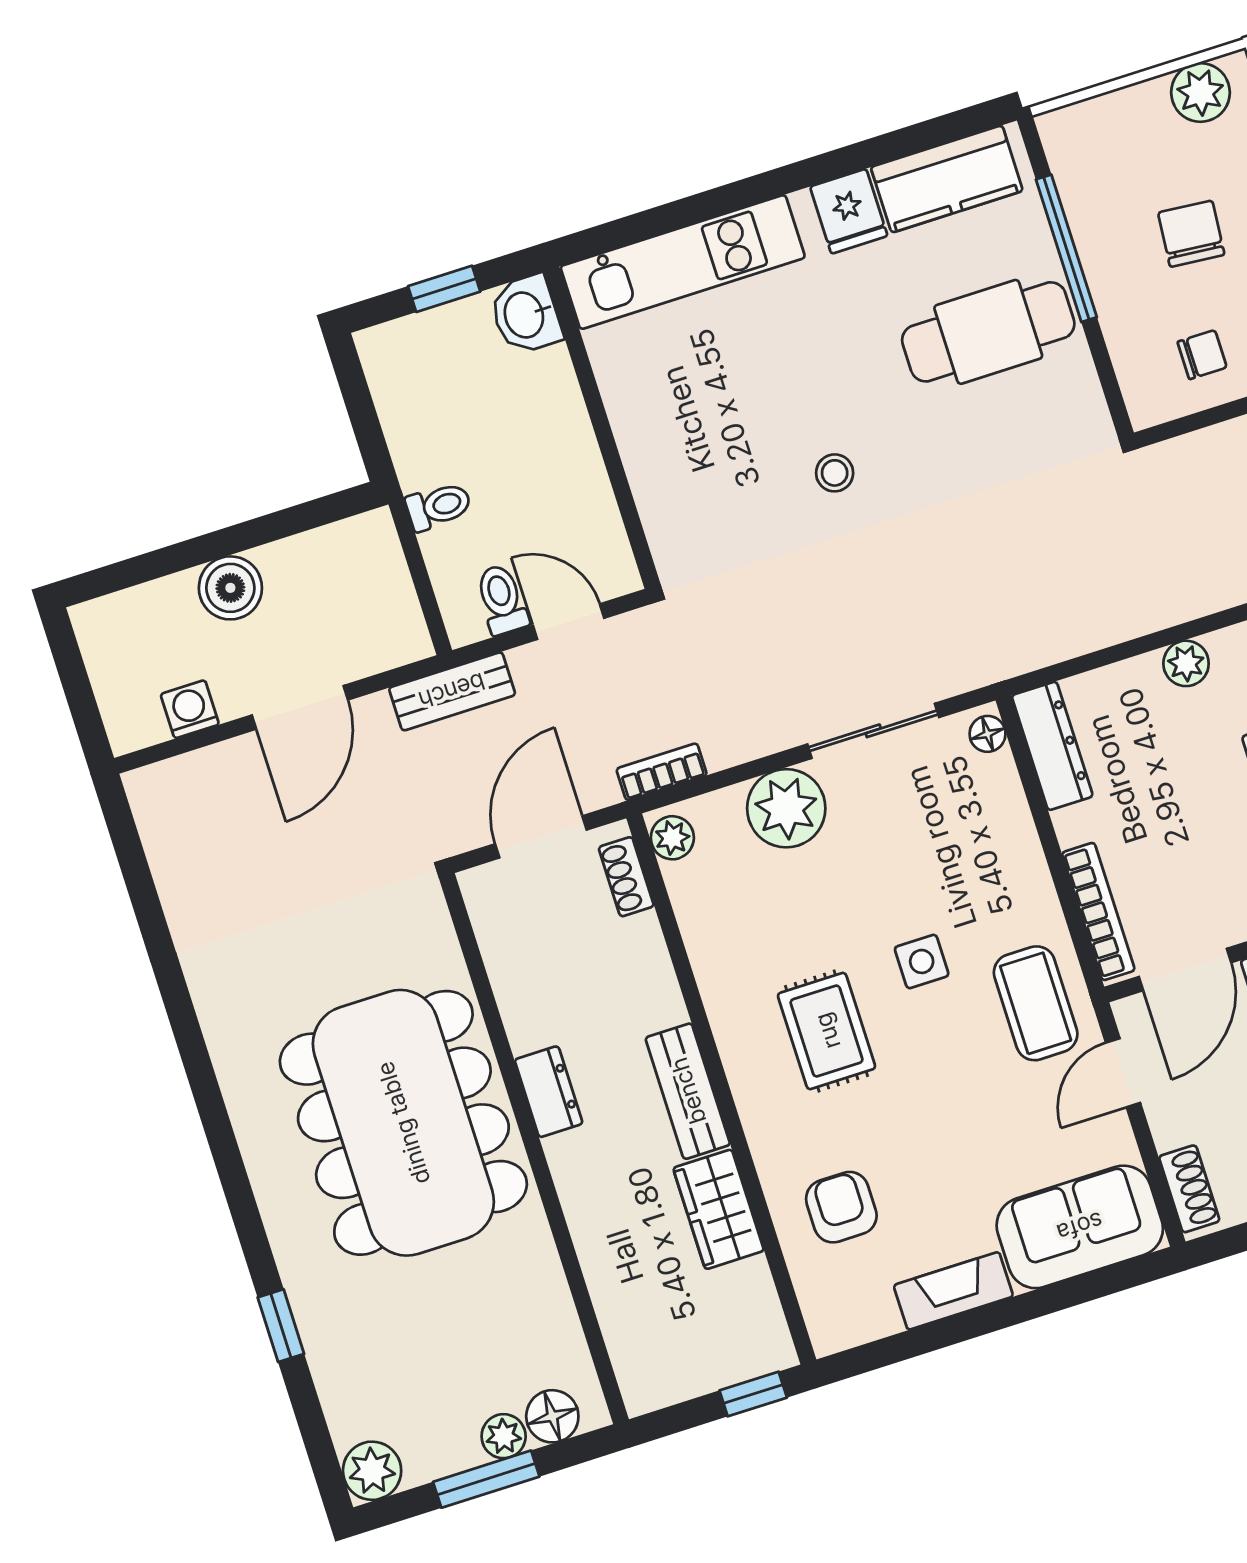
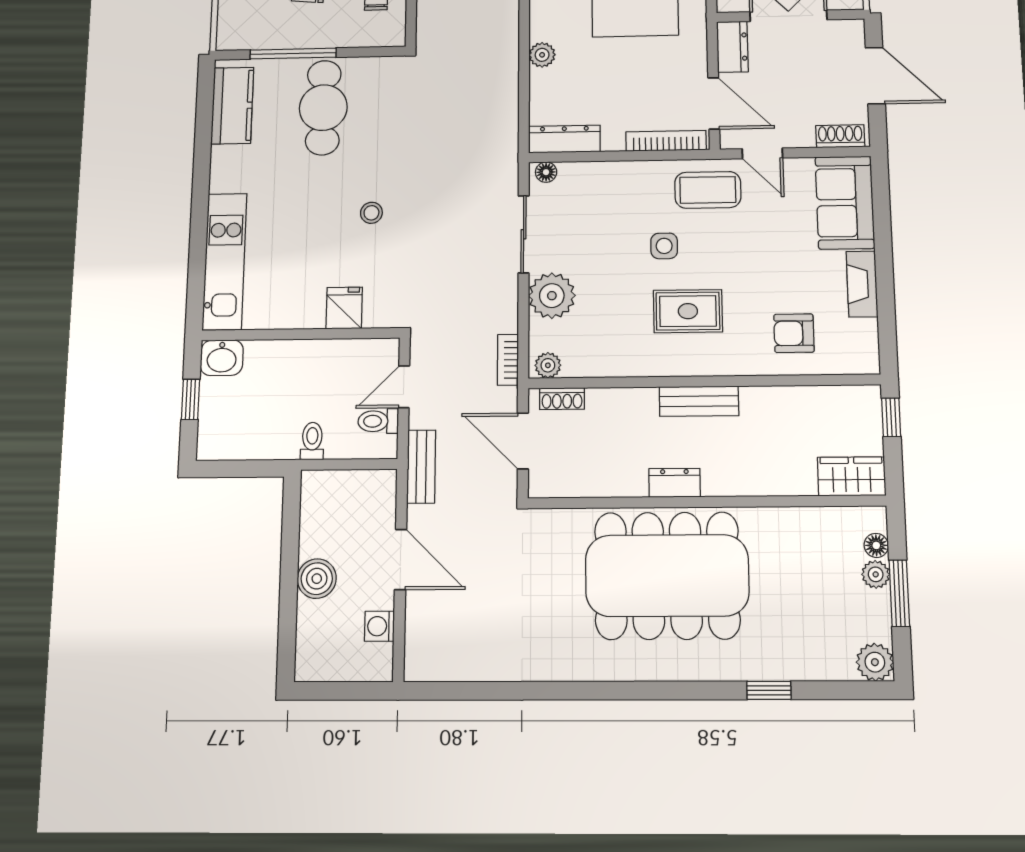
fridge: (849, 211) -> (344, 308), moved, turned -90
wardrobe: (719, 1209) -> (852, 476), moved, turned 180
floor lamp: (552, 1416) -> (876, 545), width x0.73, depth x0.73

